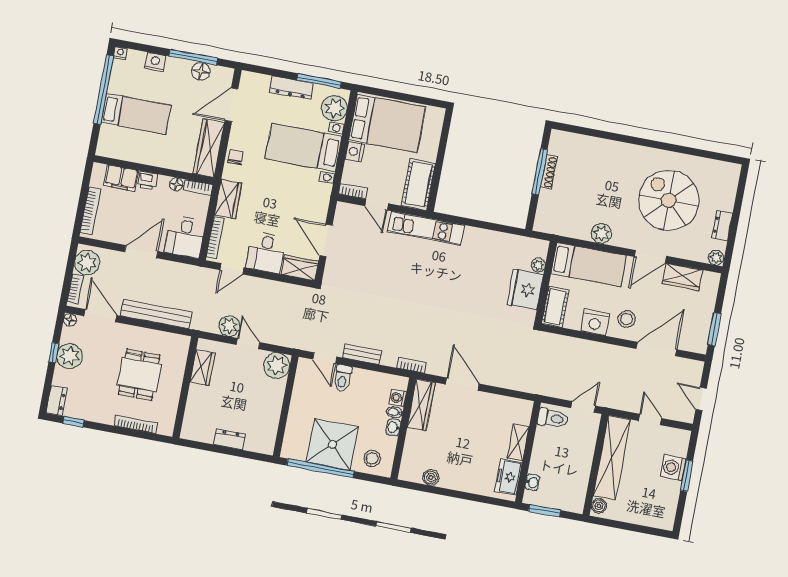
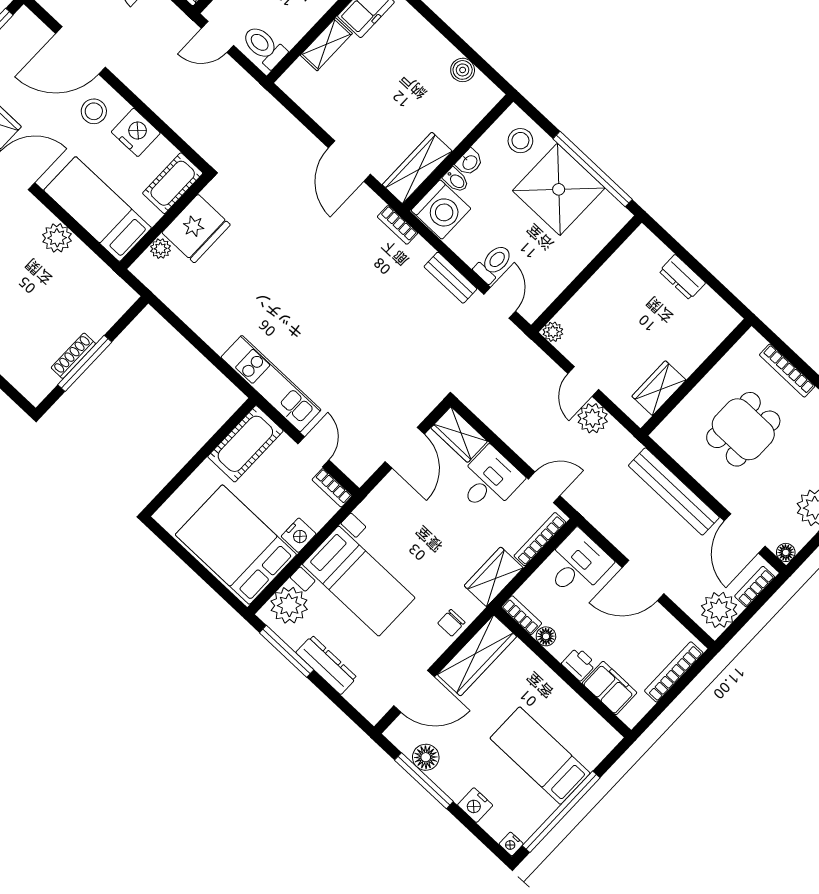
plant: (277, 366) -> (553, 332), width x0.53, depth x0.53
washing machine: (398, 398) -> (441, 210), width x1.89, depth x1.89

